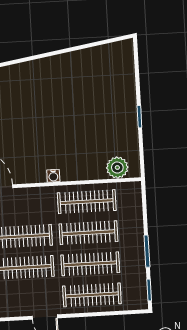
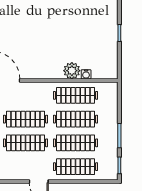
plant: (117, 168) -> (72, 71), moved
water cooler: (53, 176) -> (86, 74), moved

